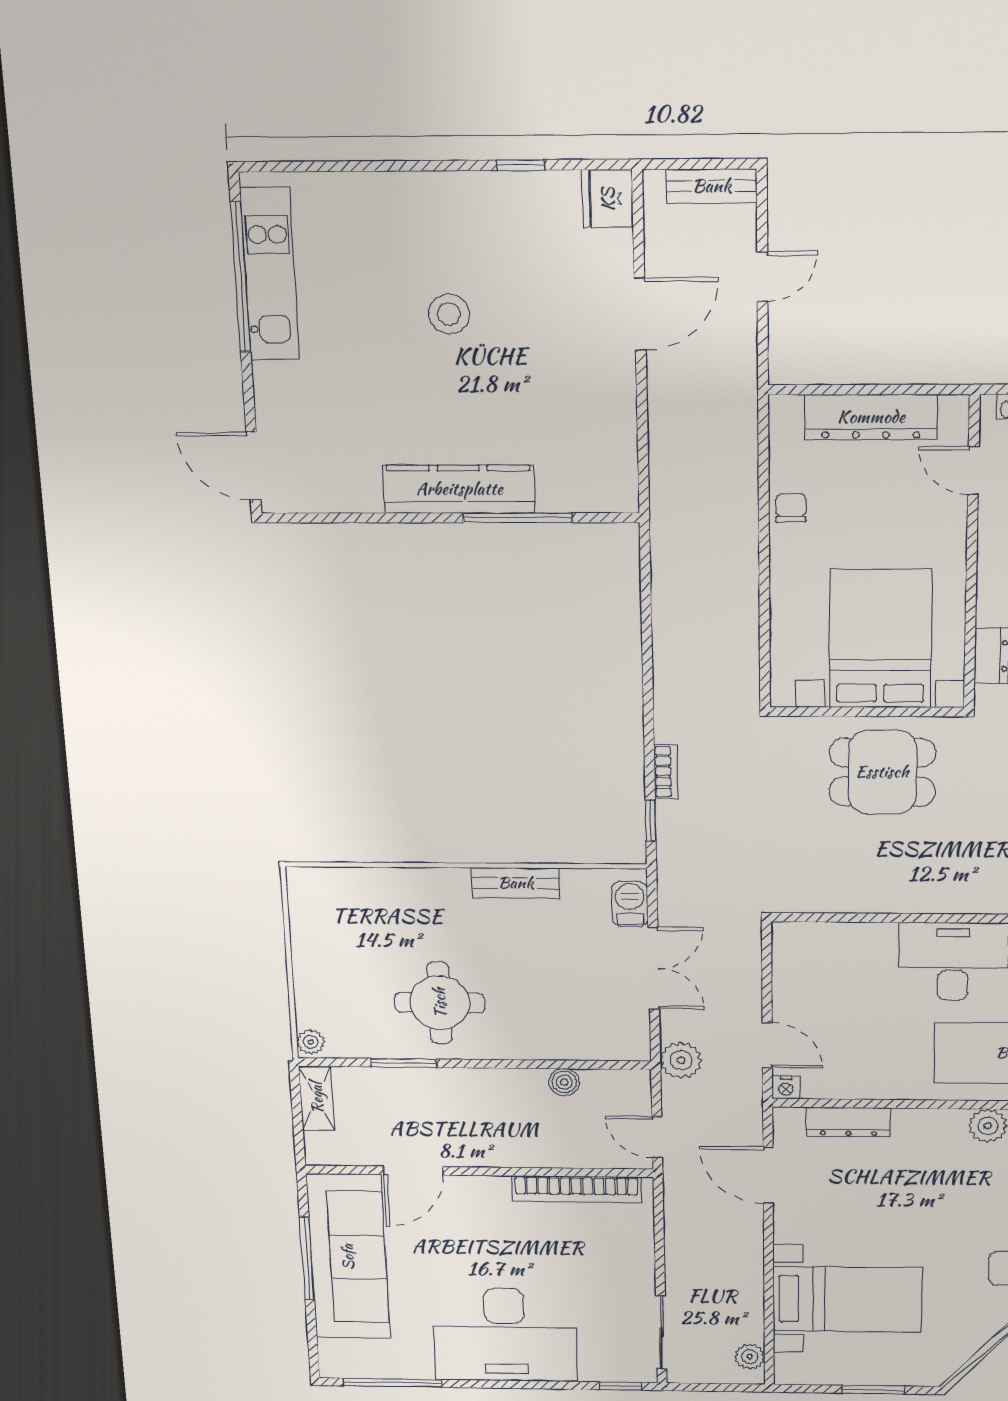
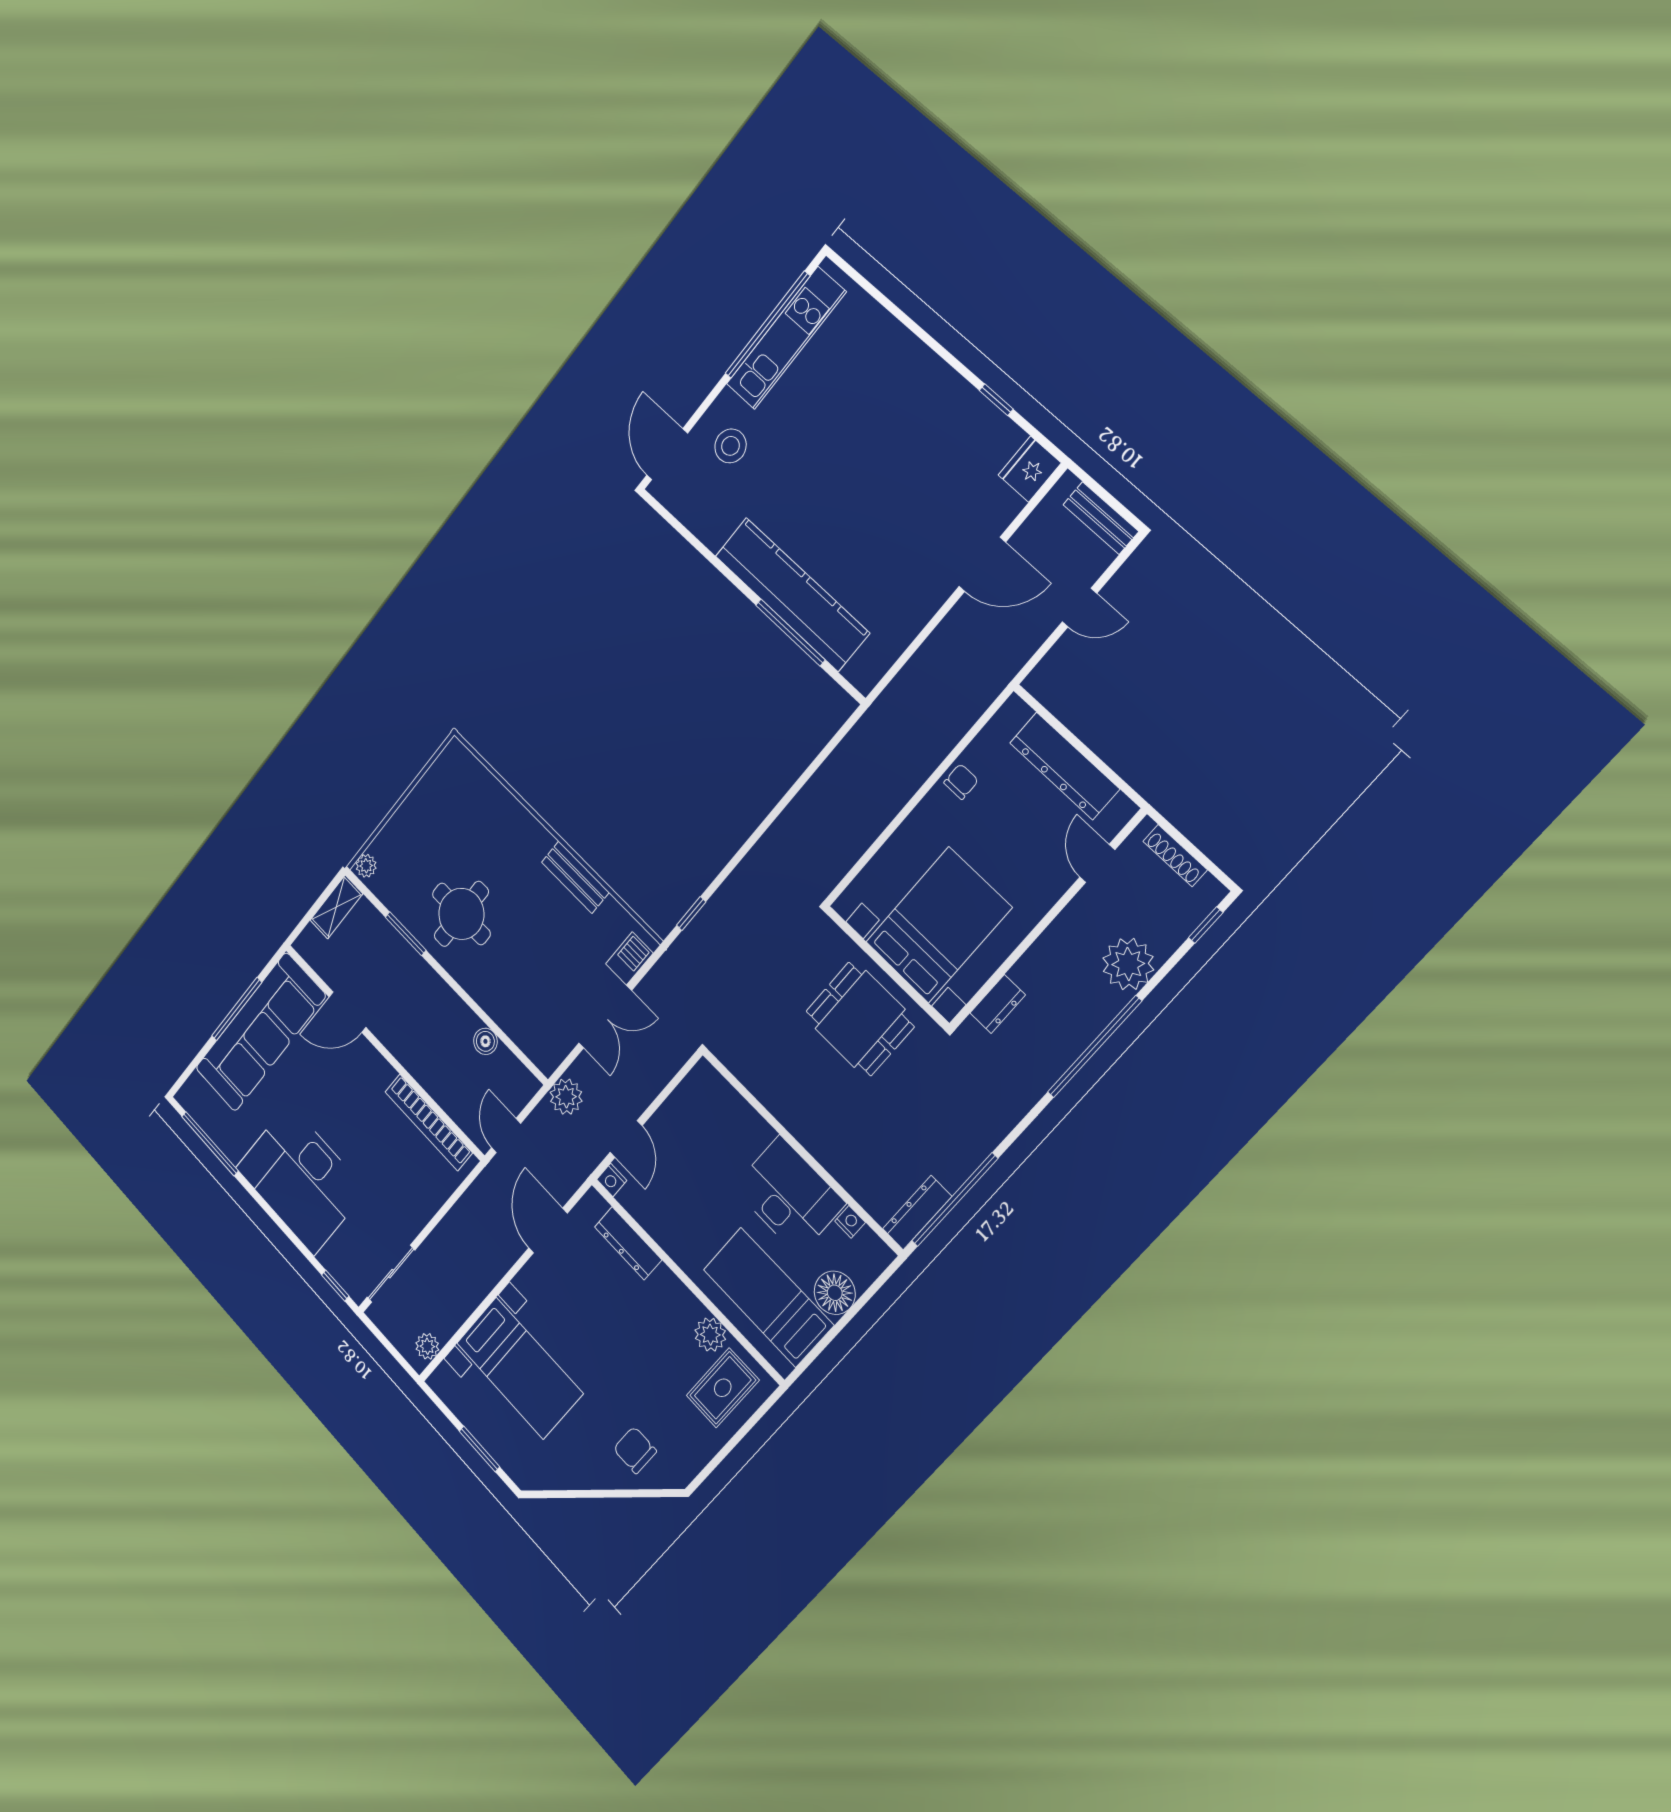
stool: (449, 314) -> (731, 446), moved
kitchen counter: (459, 489) -> (792, 594), width x1.39, depth x1.17
bookcase: (666, 772) -> (729, 889), removed

